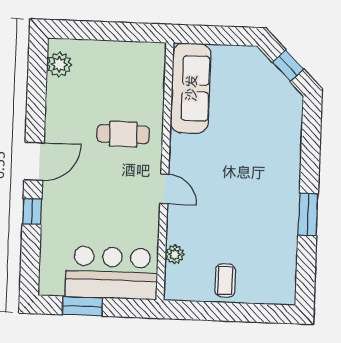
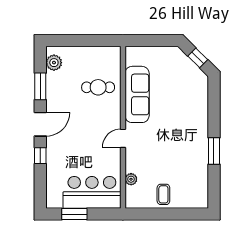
sofa: (191, 88) -> (137, 94), moved
window: (36, 101) -> (40, 86), added
cafe table: (123, 134) -> (98, 87), moved
door: (164, 189) -> (123, 138), swing flipped

